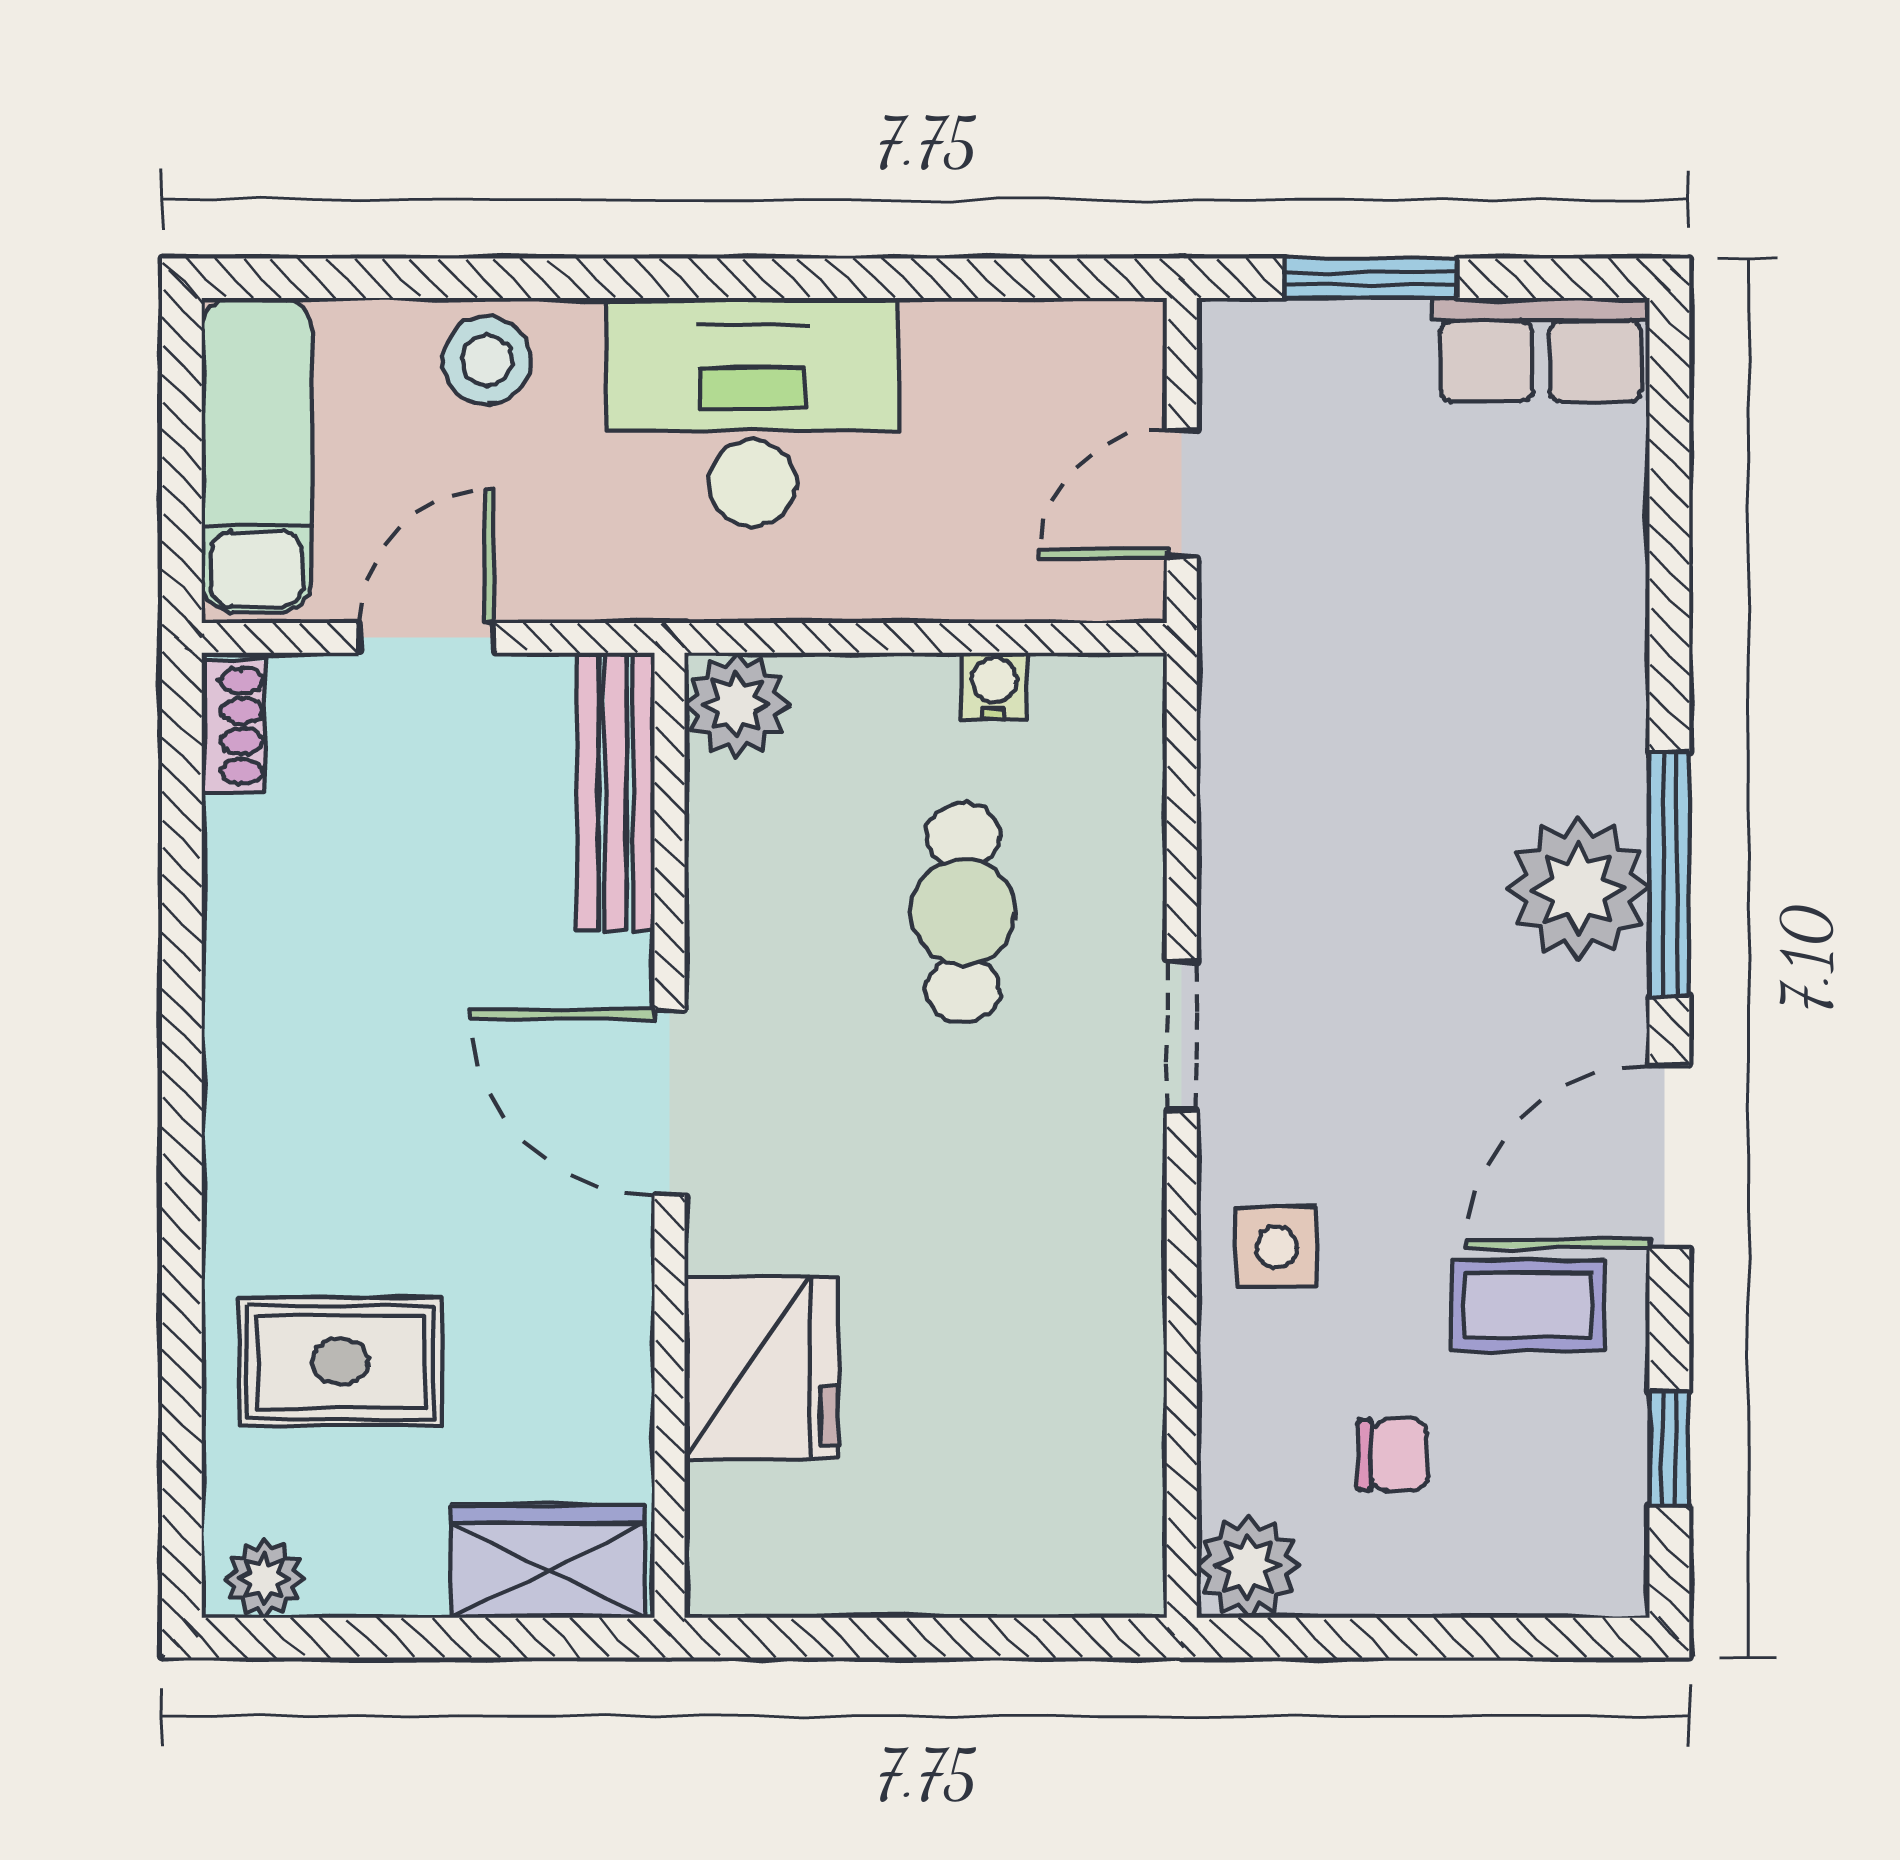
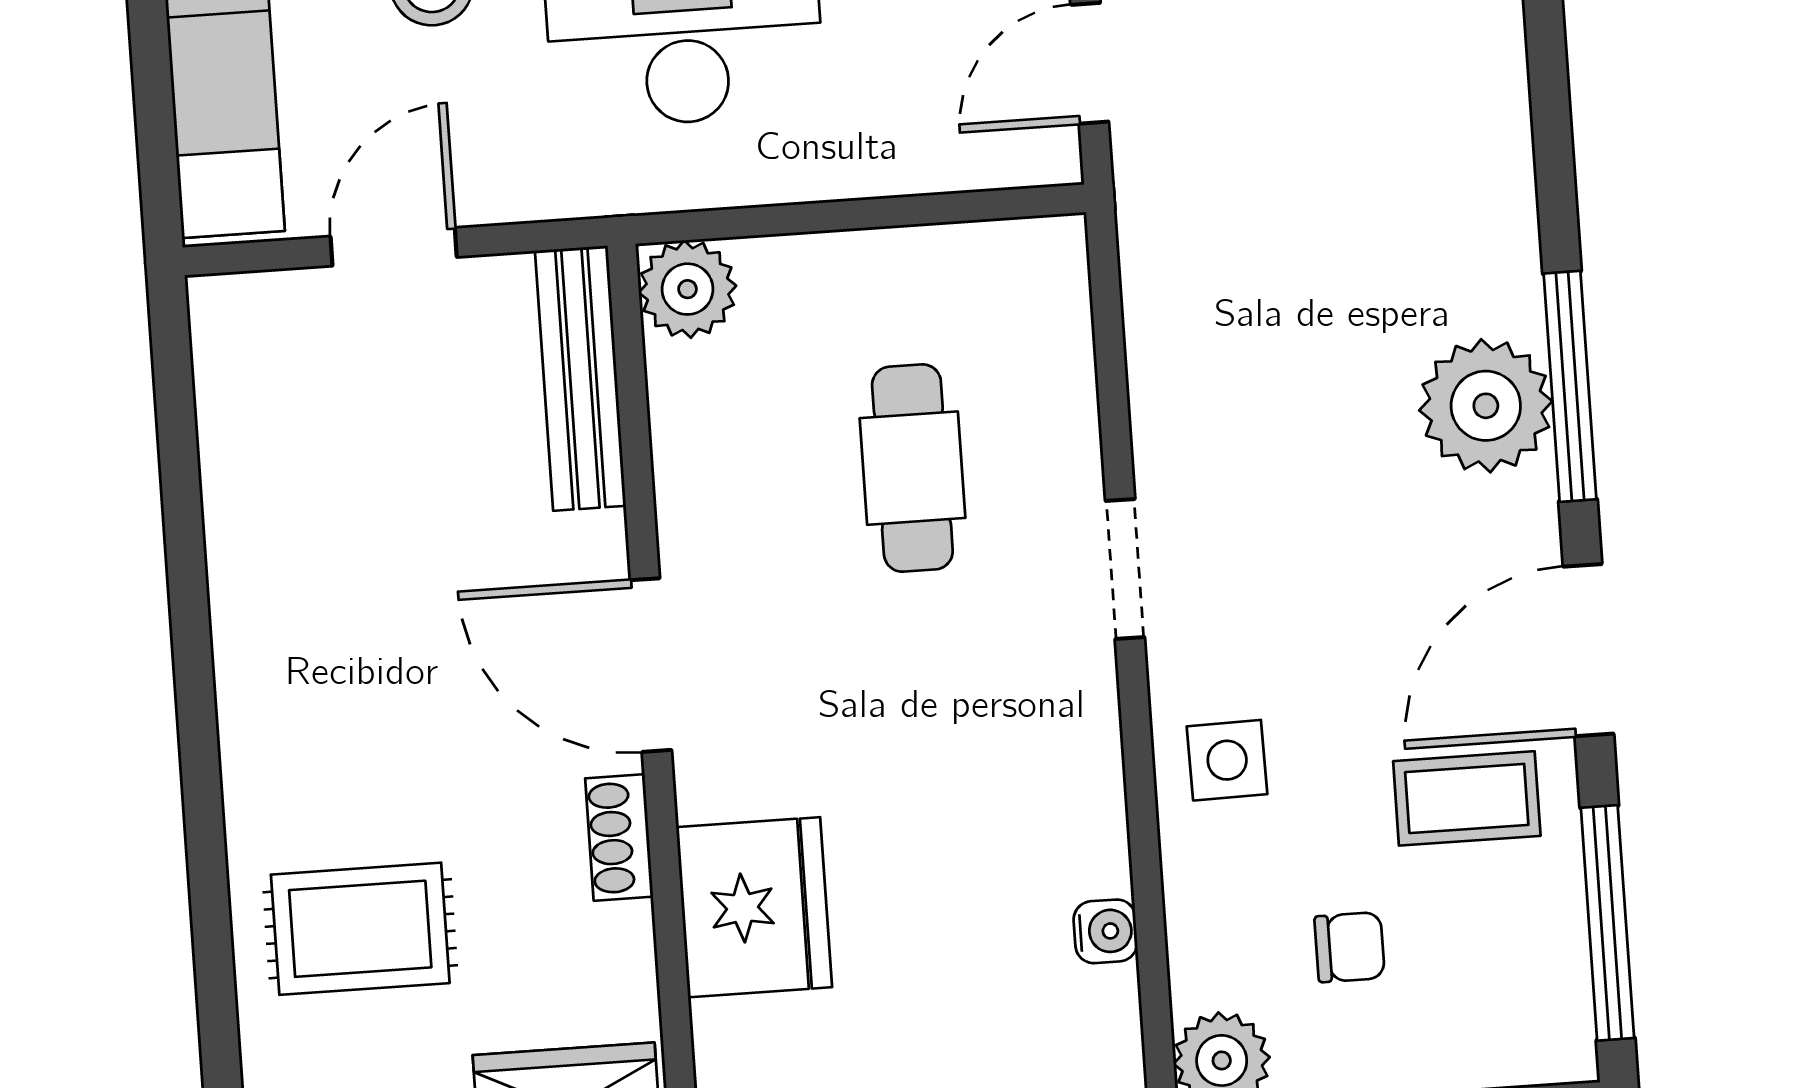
water cooler: (994, 686) -> (1105, 931), moved, turned 90
shoe rack: (233, 726) -> (619, 837), moved, turned 180
window: (1669, 1449) -> (1607, 923), width x2.17

